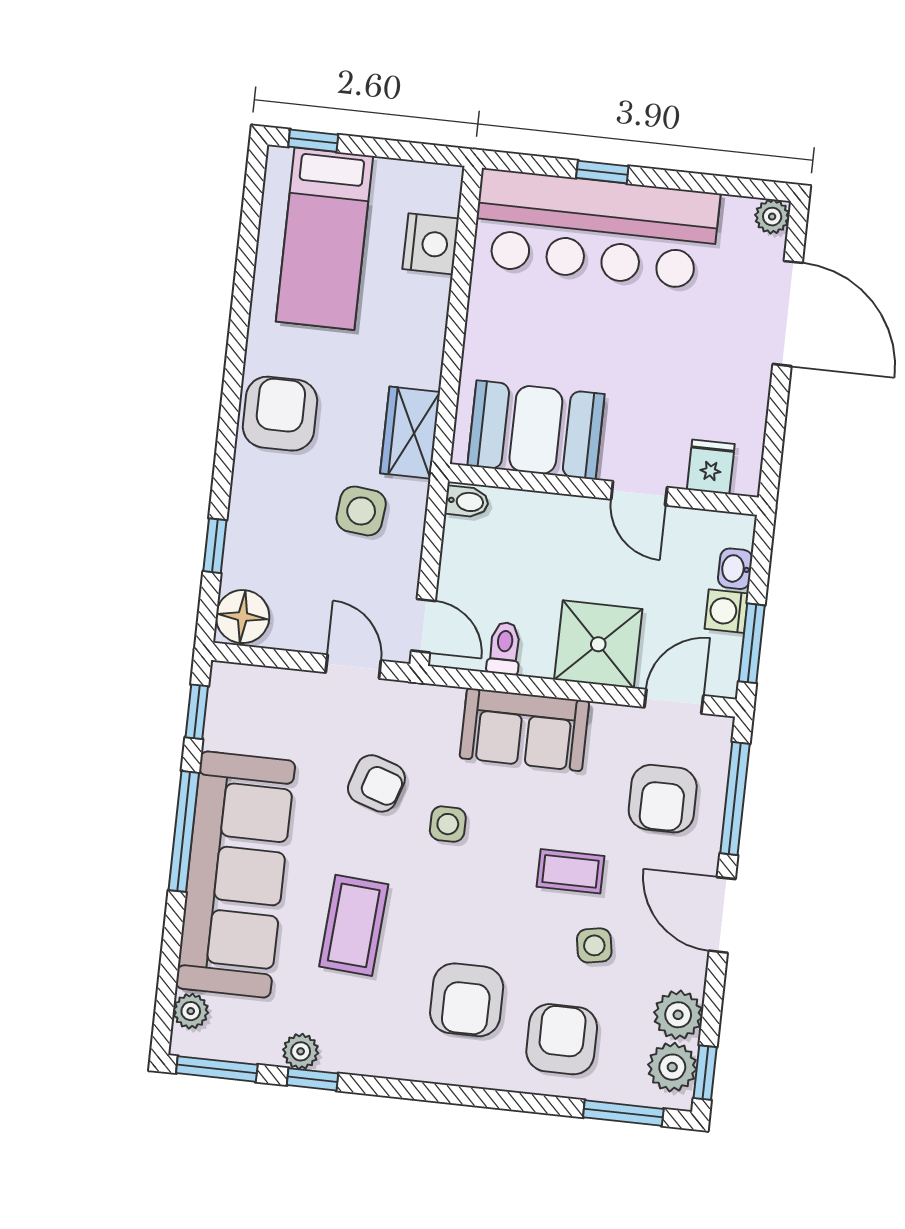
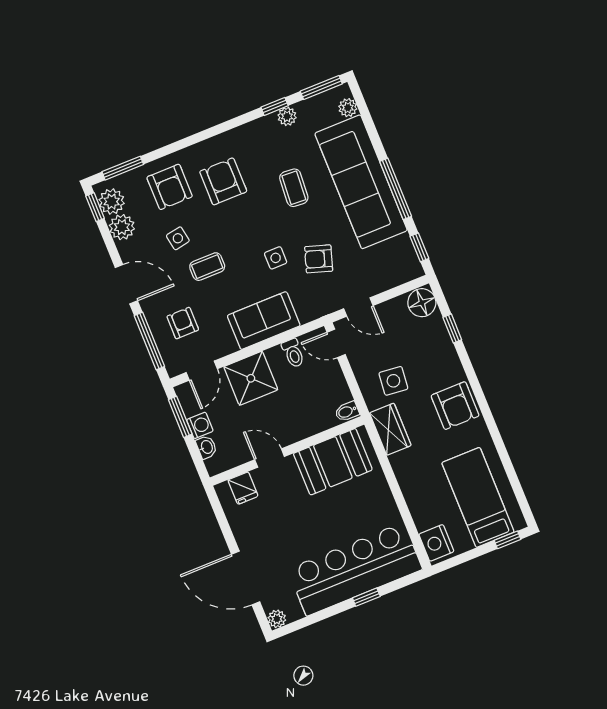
nightstand: (431, 244) -> (436, 543), moved
armchair: (663, 799) -> (183, 323), width x0.72, depth x0.72
coffee table: (354, 925) -> (294, 188), width x0.73, depth x0.77

